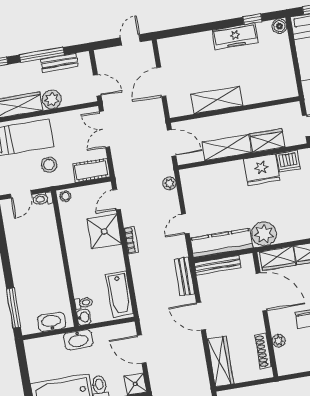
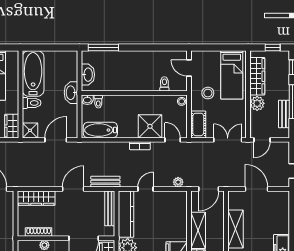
toilet: (43, 199) -> (164, 84), moved
door: (185, 224) -> (145, 189), hinge flipped

